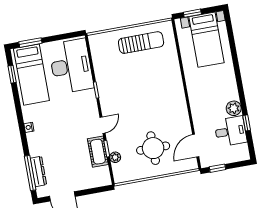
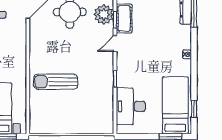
sun lounger: (141, 43) -> (56, 82), moved
desk: (71, 66) -> (131, 106), width x0.73, depth x0.77
plant: (115, 157) -> (104, 14), width x1.87, depth x1.87

